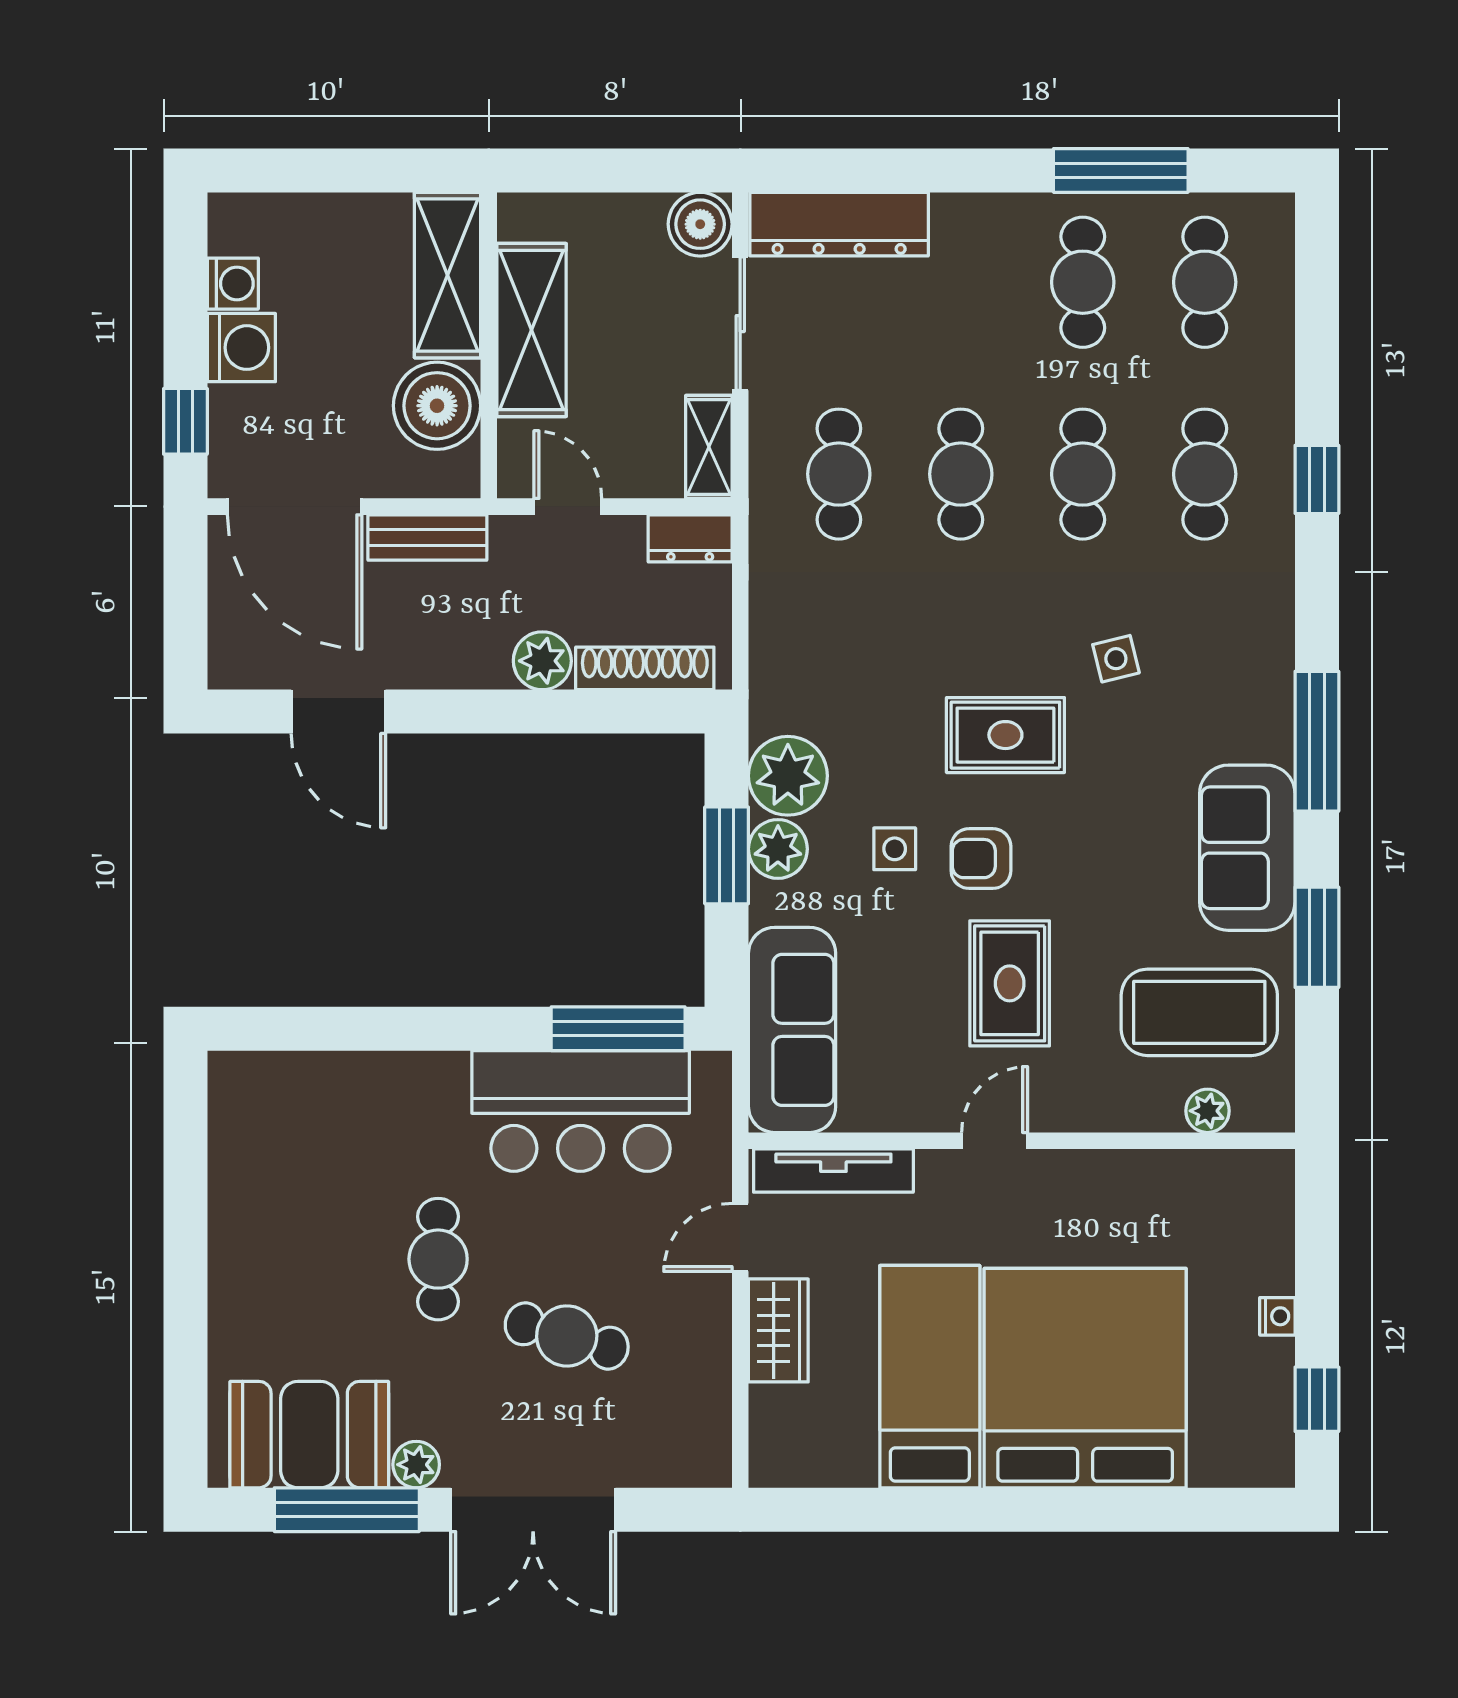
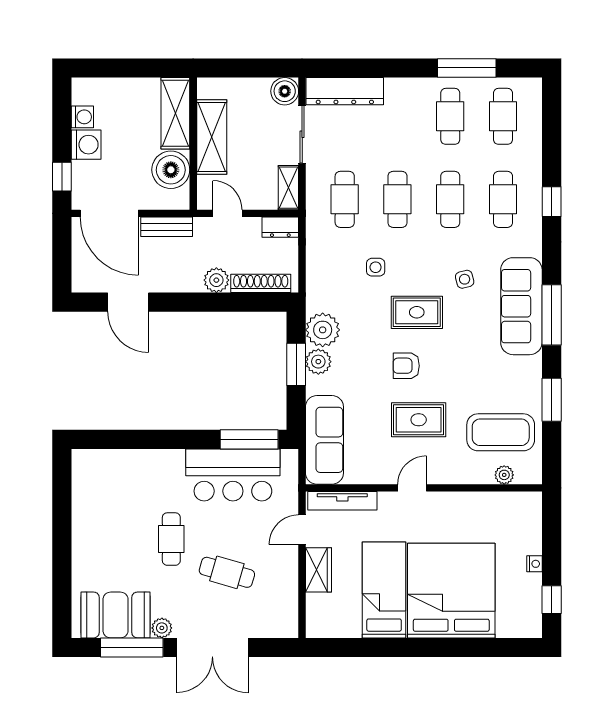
sofa: (1247, 848) -> (521, 306), moved, width x1.36
side table: (895, 849) -> (376, 267), moved
rug: (1010, 983) -> (419, 420), turned 90

